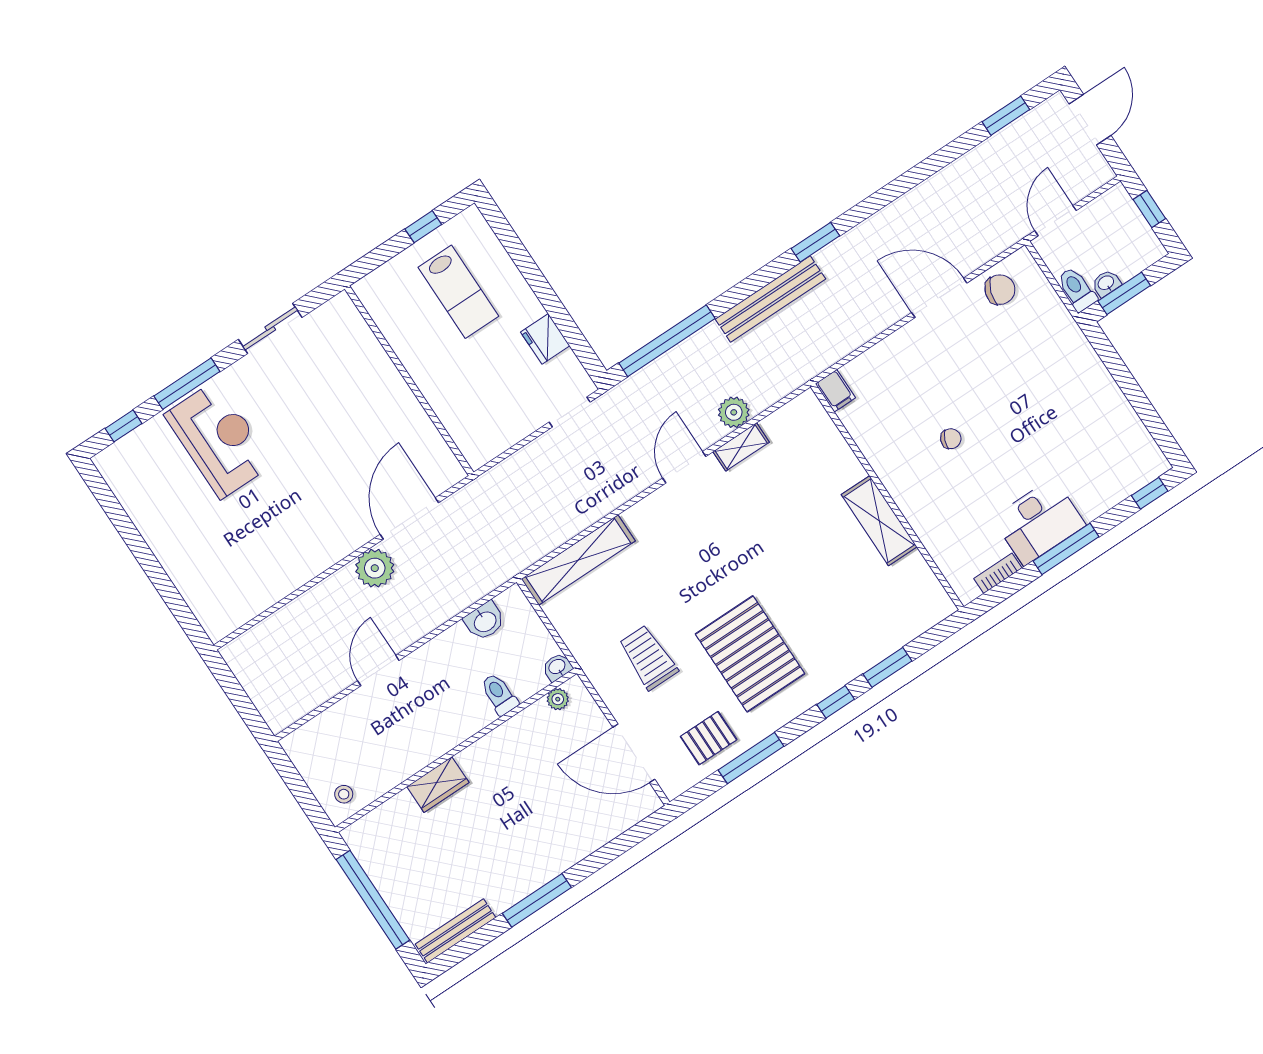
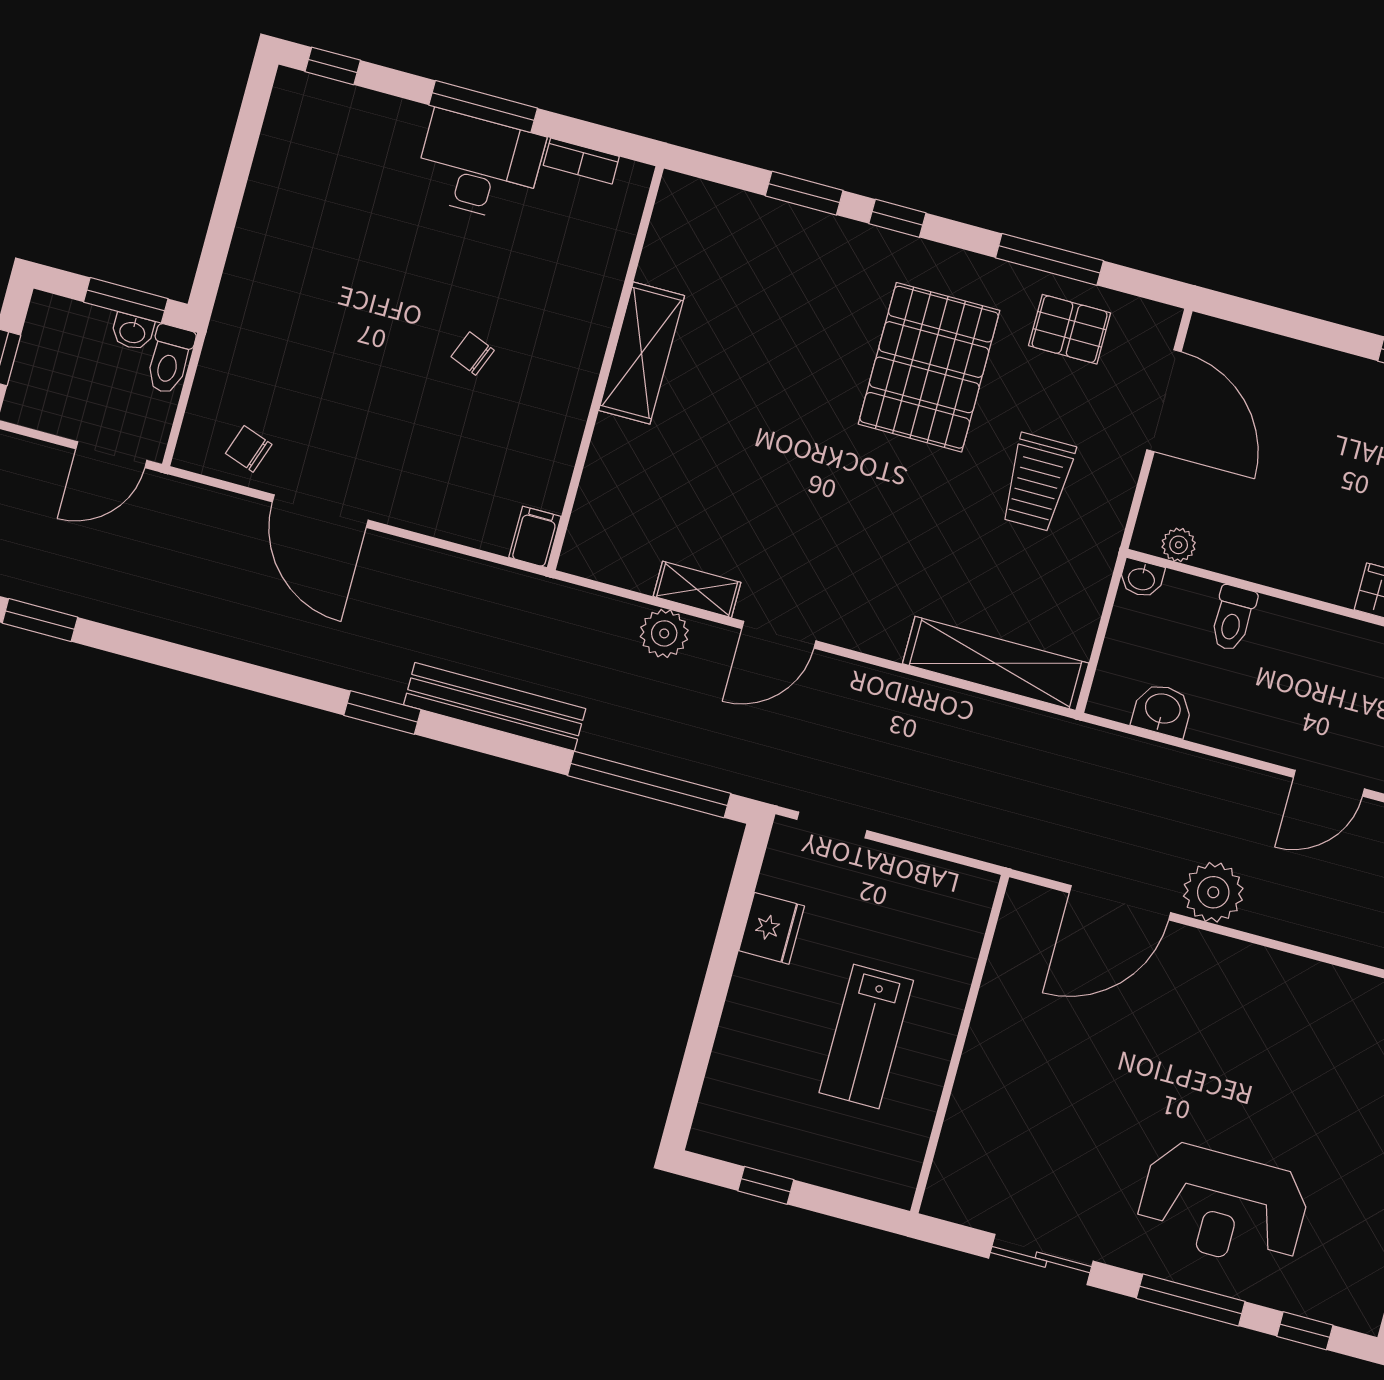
chair: (1000, 290) -> (249, 449), width x0.73, depth x0.73
lab bench: (458, 292) -> (866, 1037), moved, turned 180
reception desk: (219, 439) -> (1223, 1206), turned -90

